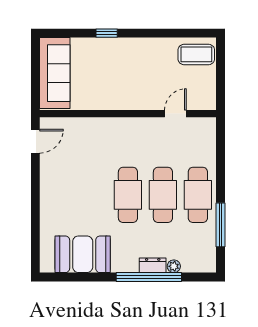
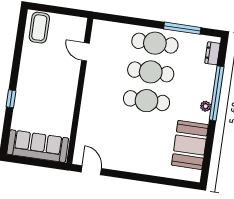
dresser: (153, 265) -> (212, 53), moved
plant: (174, 266) -> (206, 106), moved

